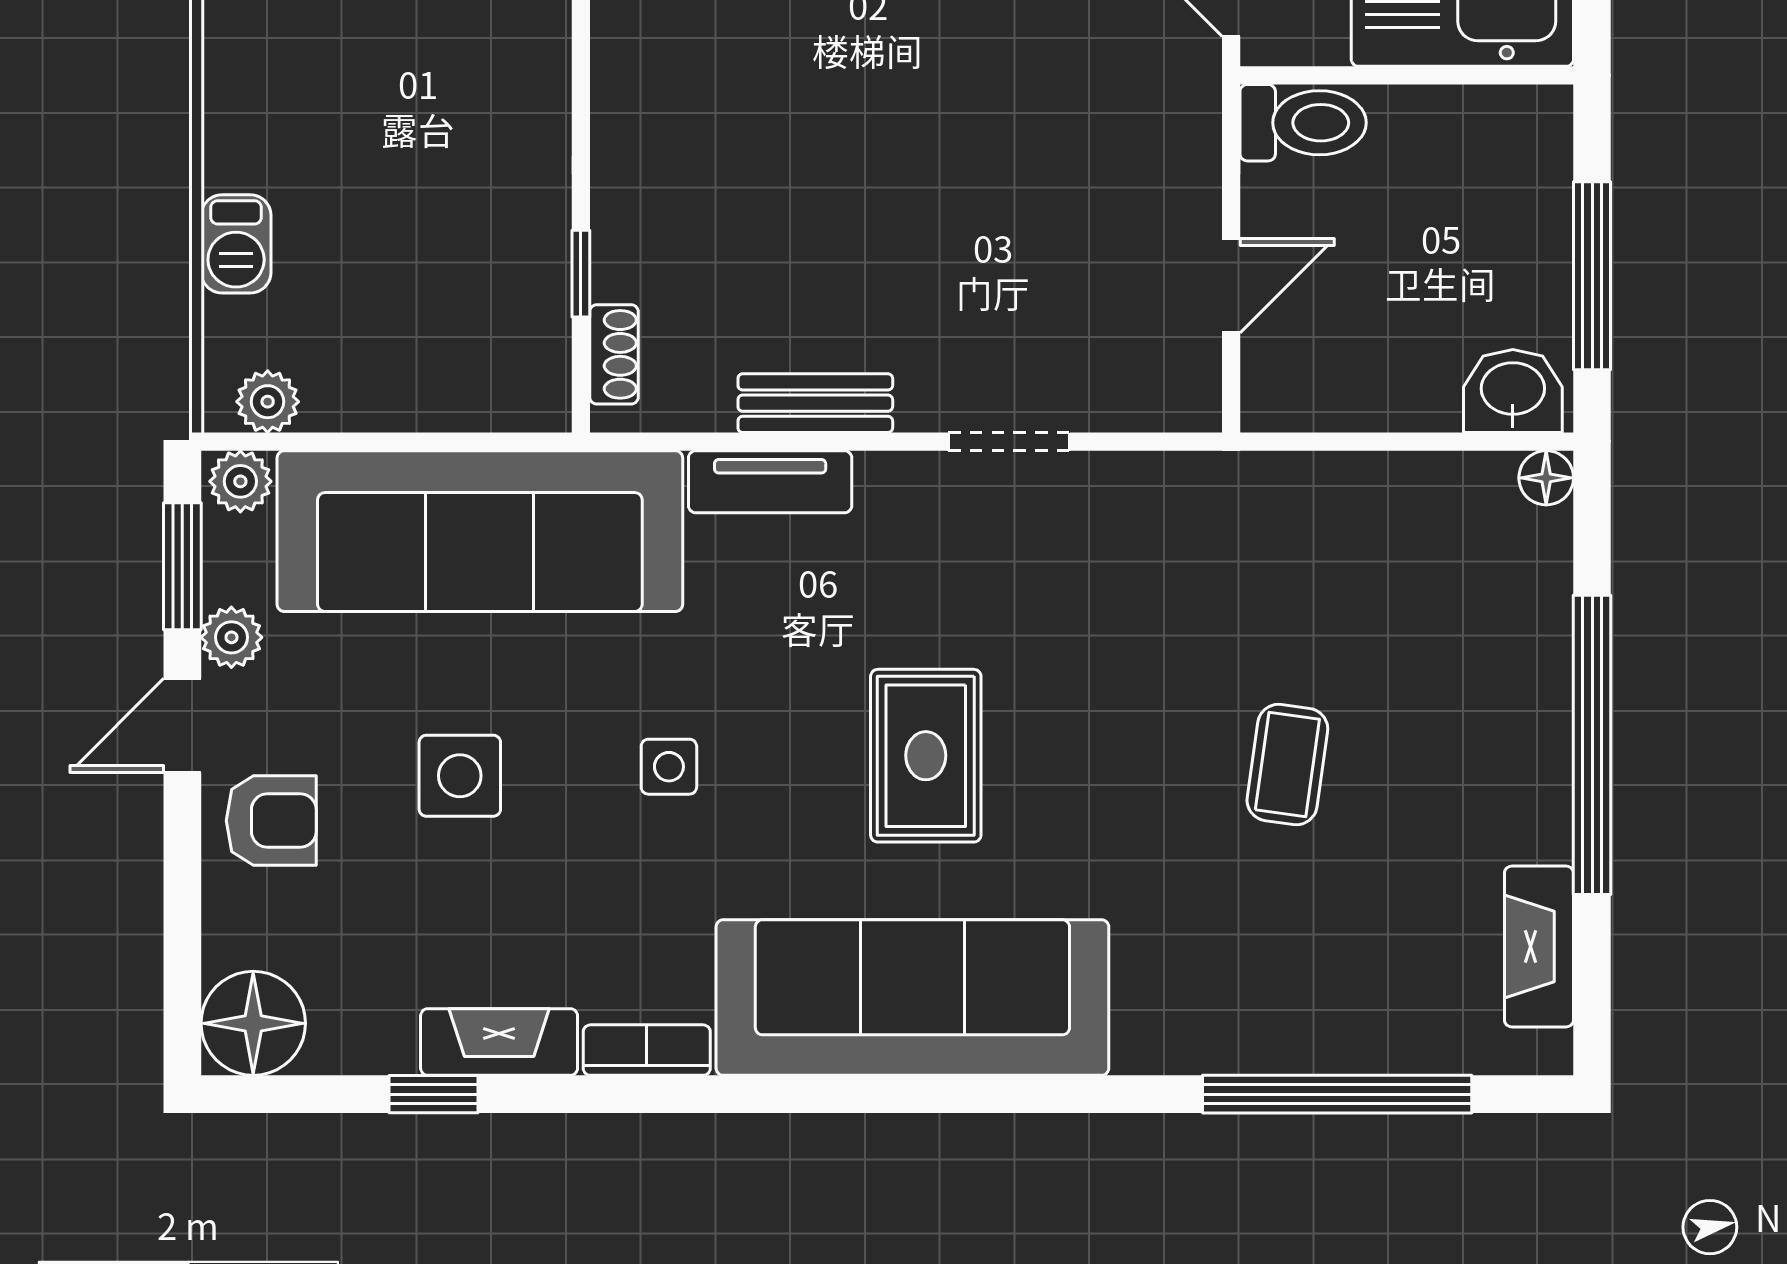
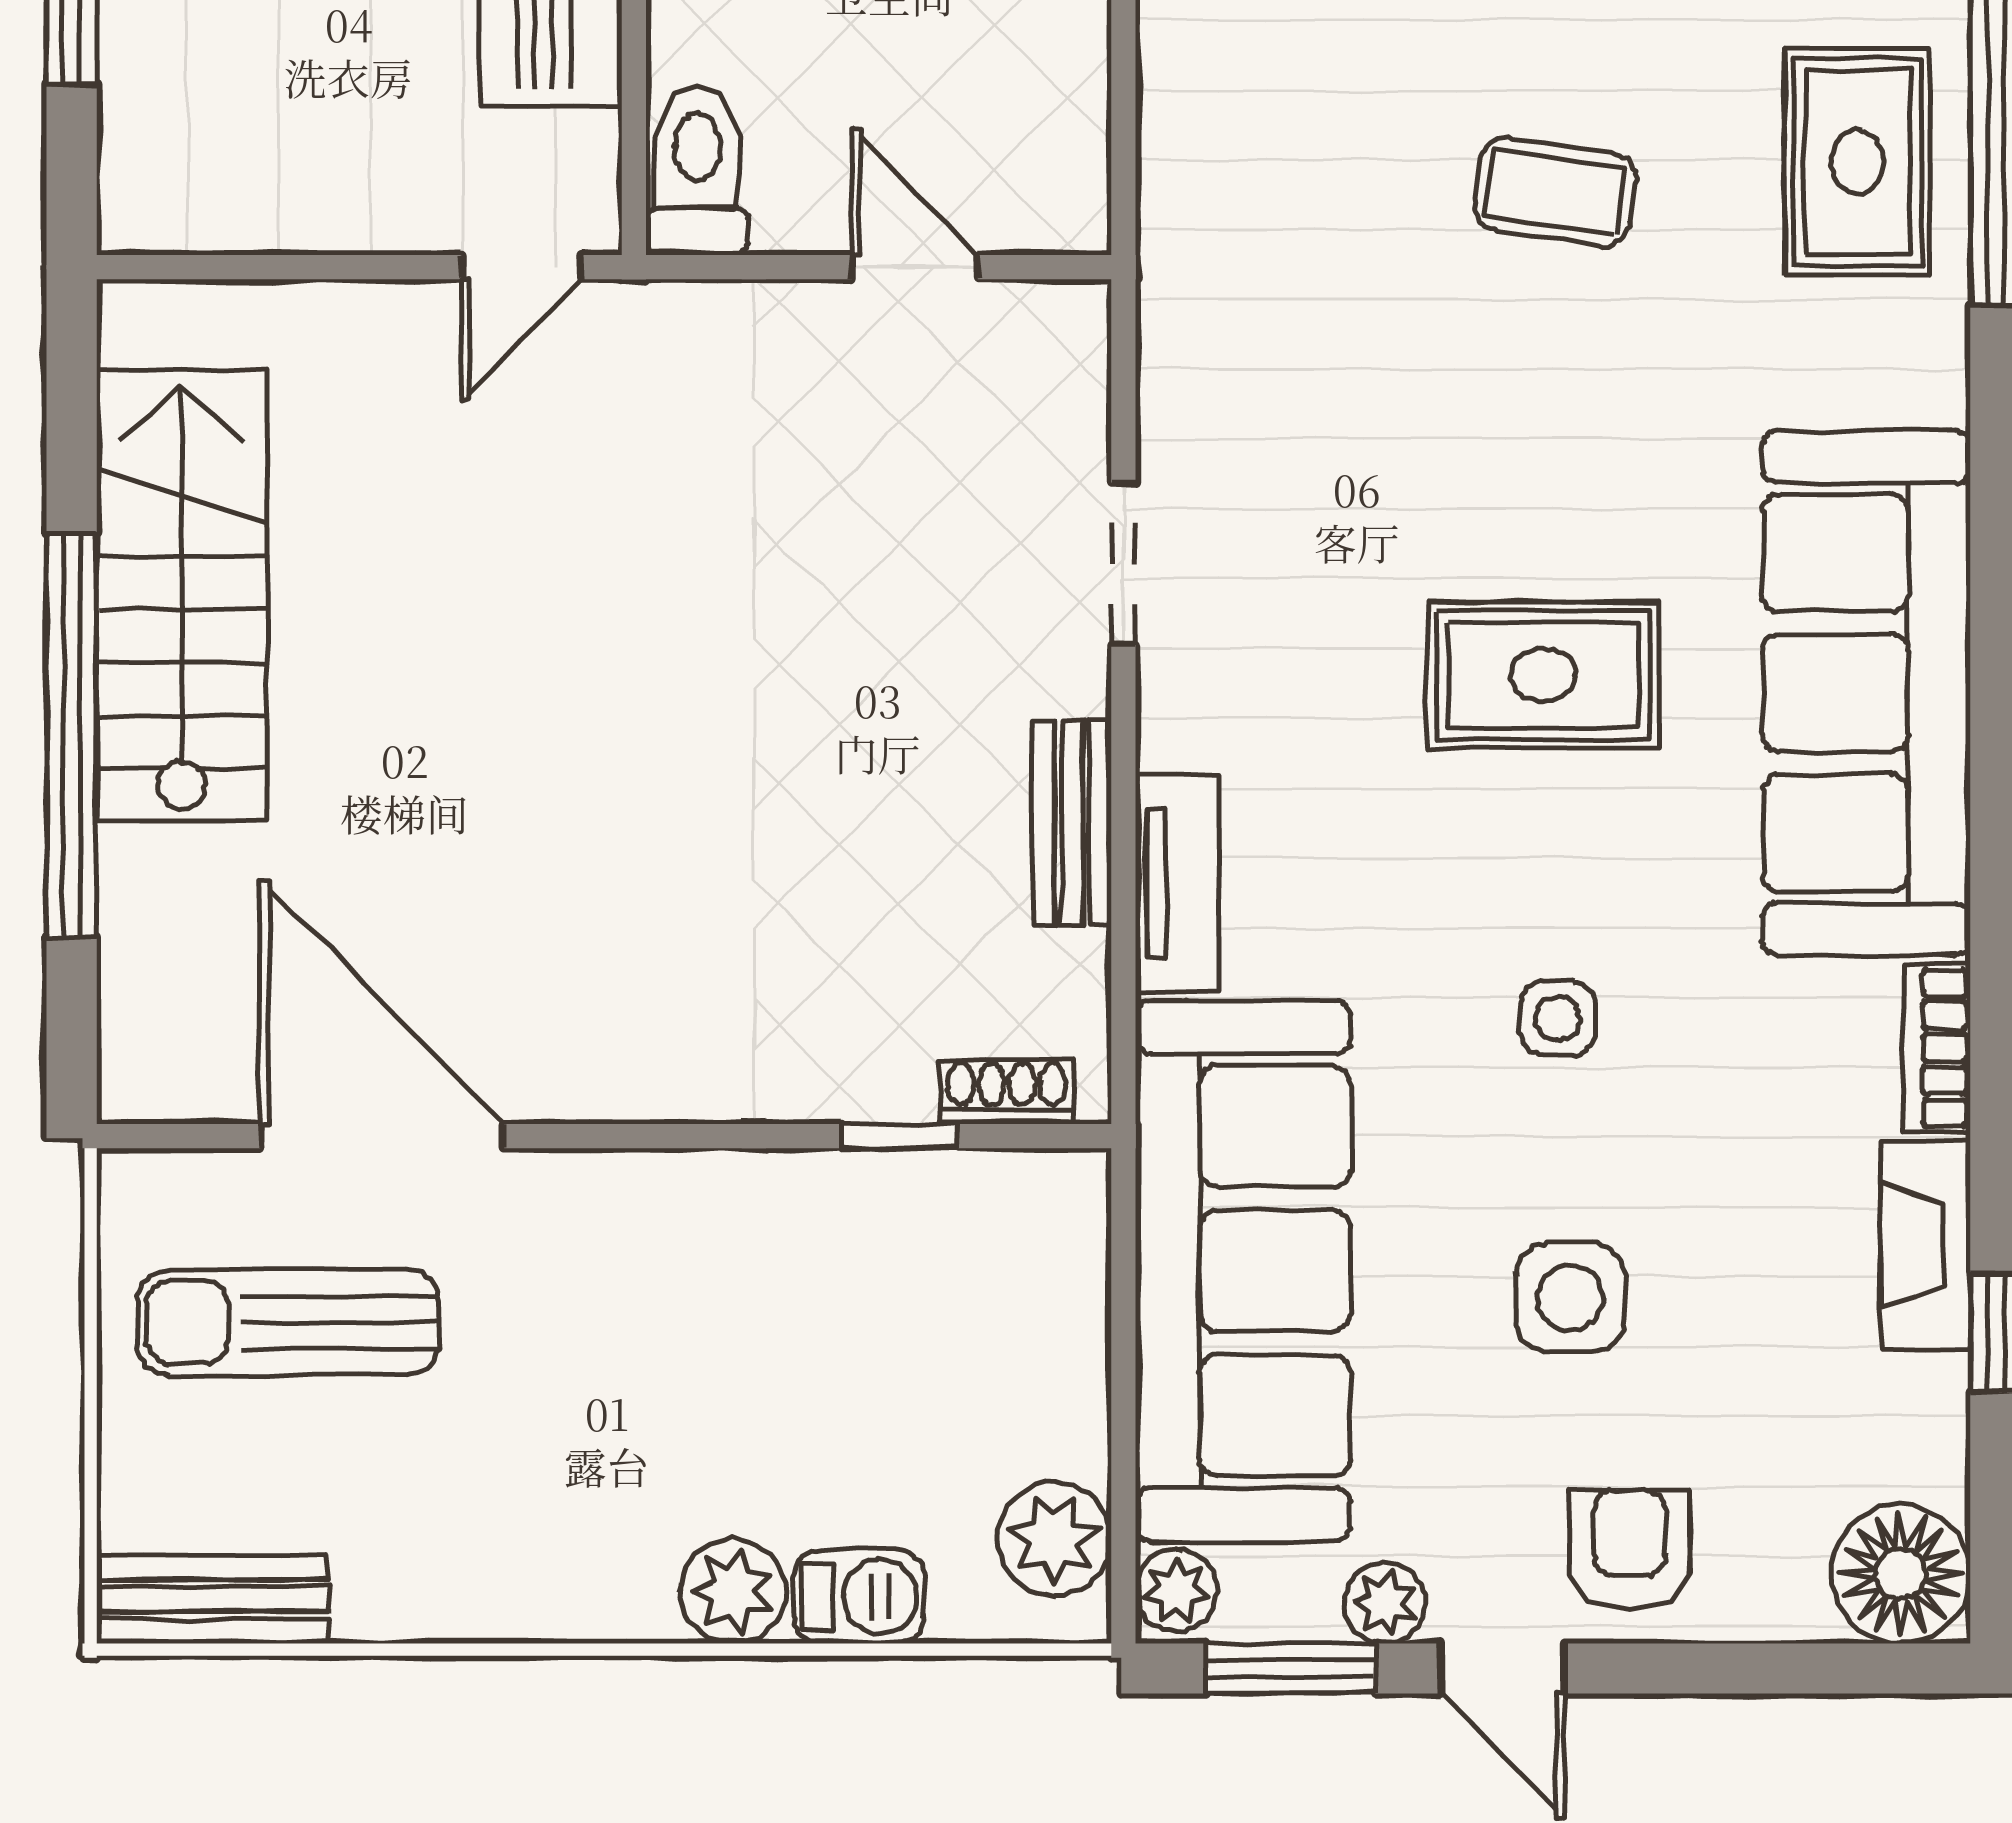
plant: (240, 149) -> (733, 1591), added
plant: (268, 402) -> (1054, 1539), width x1.38, depth x1.38
rug: (1310, 991) -> (1858, 162), added

